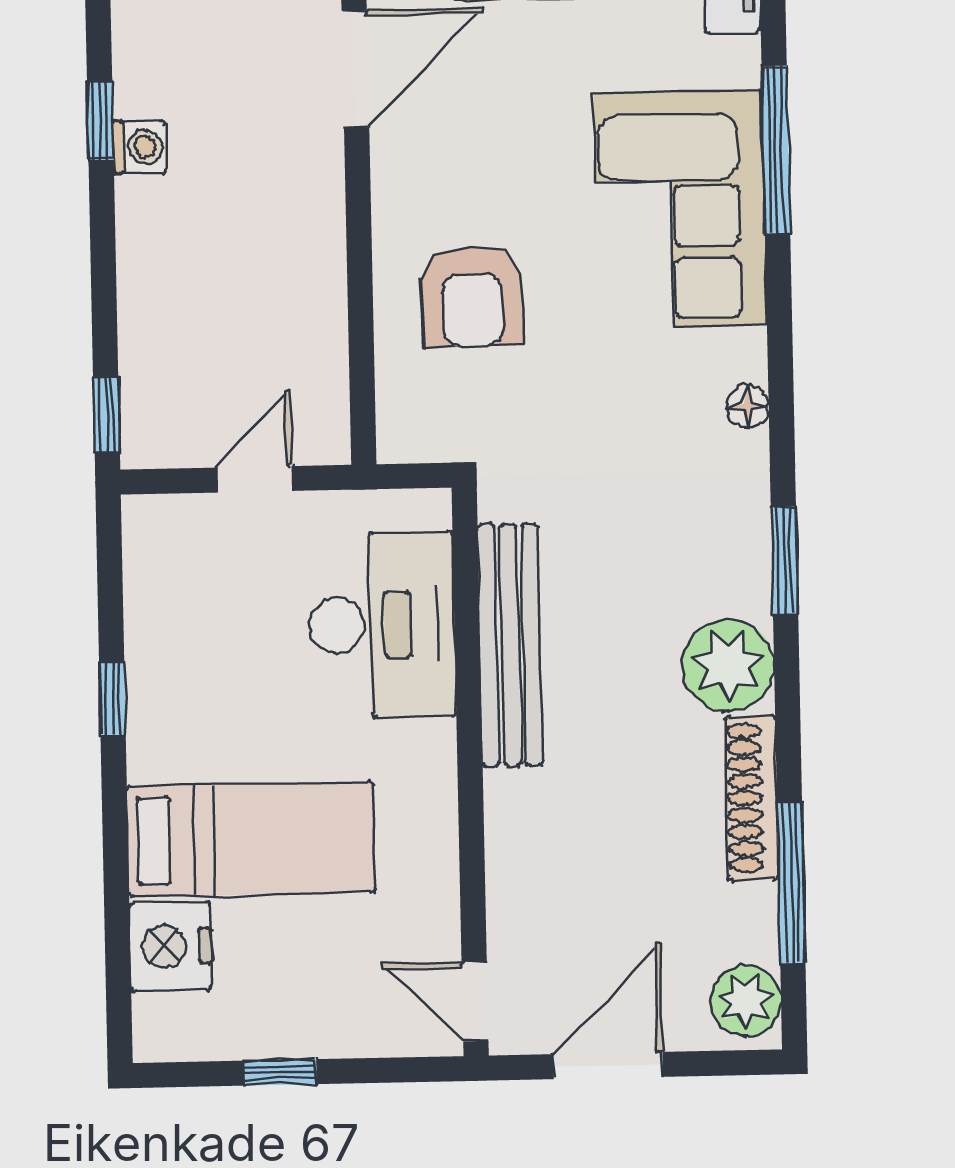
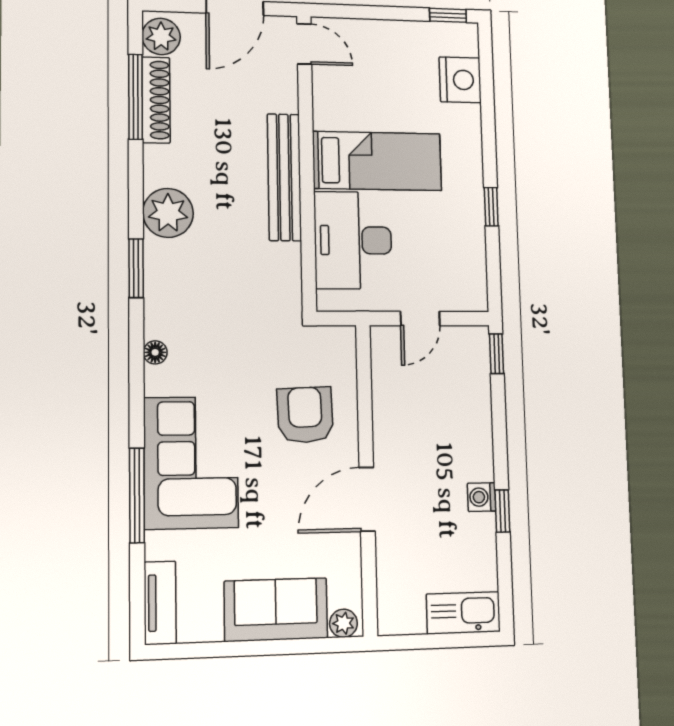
door: (355, 69) -> (367, 499), moved
bench: (510, 645) -> (284, 177), moved
shoe rack: (752, 798) -> (156, 100), moved
bed: (251, 839) -> (377, 161), moved, turned 180
window: (280, 1072) -> (448, 15), moved

